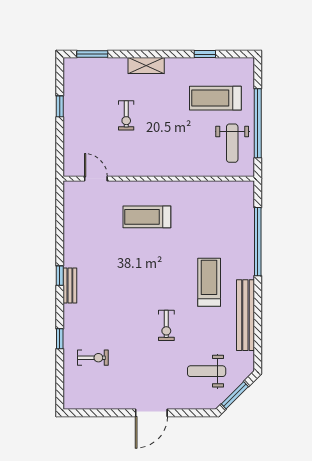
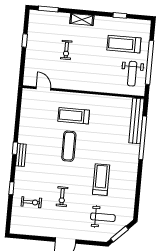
exercise mat: (143, 265) -> (69, 146), added
treadmill: (209, 282) -> (101, 180), moved
bench: (245, 315) -> (136, 121), moved
exercise bike: (166, 325) -> (62, 197), moved
weight bench: (207, 371) -> (103, 217), turned 180

